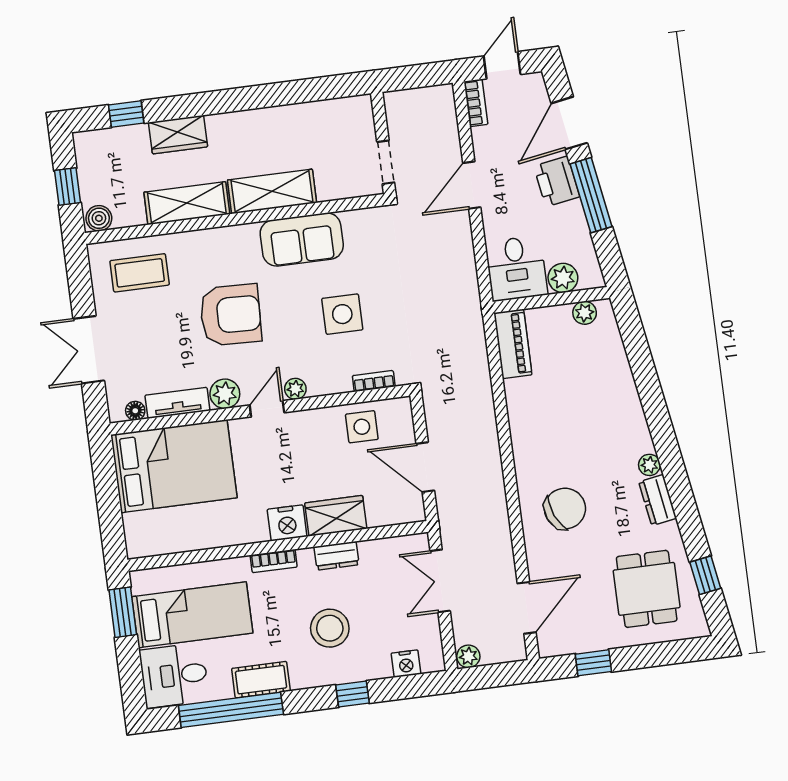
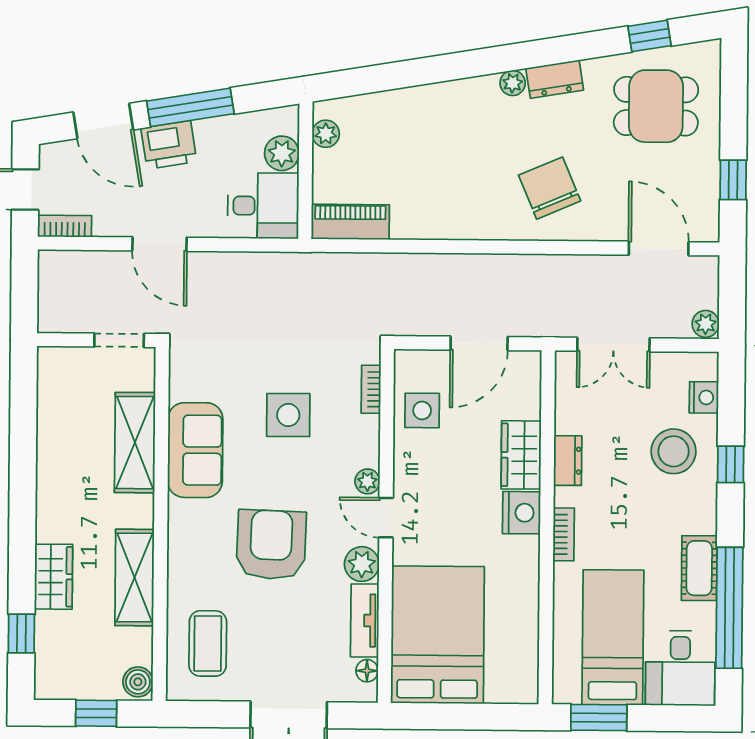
shelving: (272, 191) -> (135, 443), moved
stool: (330, 628) -> (674, 451), moved

